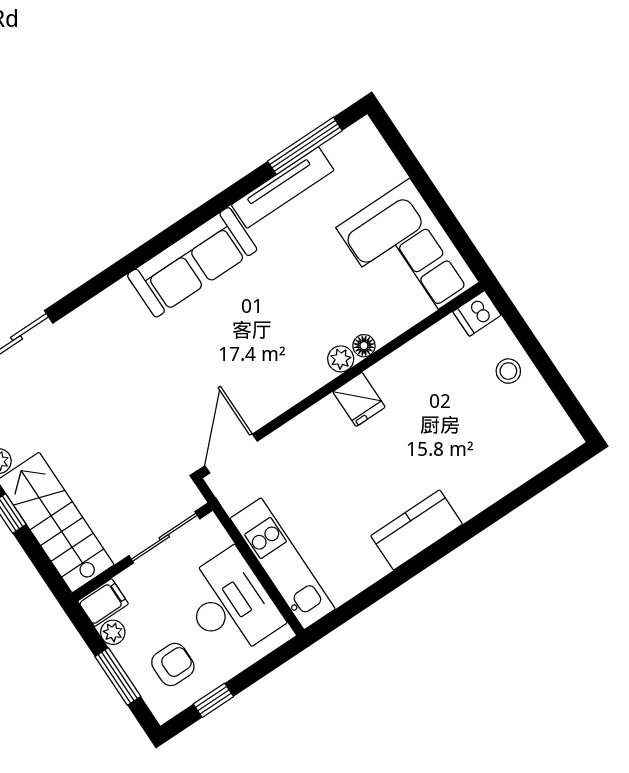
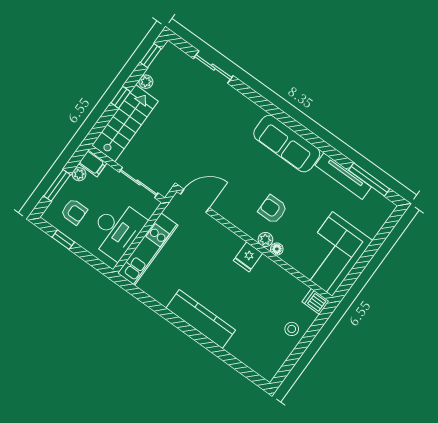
armchair: (294, 328) -> (273, 209), added
kitchen counter: (417, 530) -> (201, 319), width x1.50

